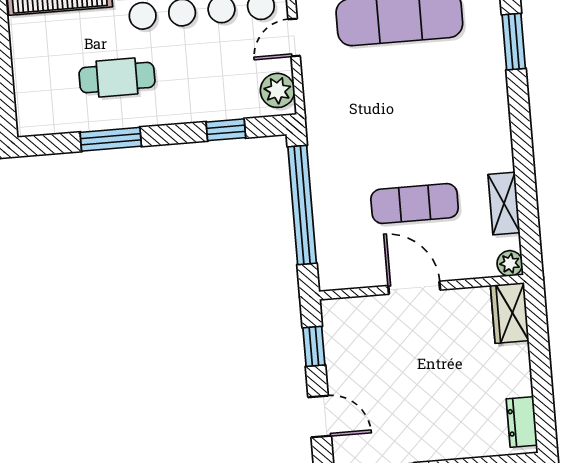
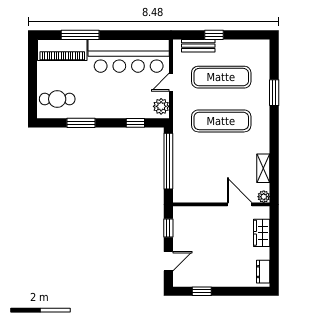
cafe table: (117, 77) -> (57, 99), moved
exercise mat: (415, 204) -> (221, 121), moved, width x1.36, depth x1.45
door: (414, 288) -> (240, 204), moved
wardrobe: (510, 313) -> (262, 233), moved
door: (320, 416) -> (168, 261), hinge flipped

